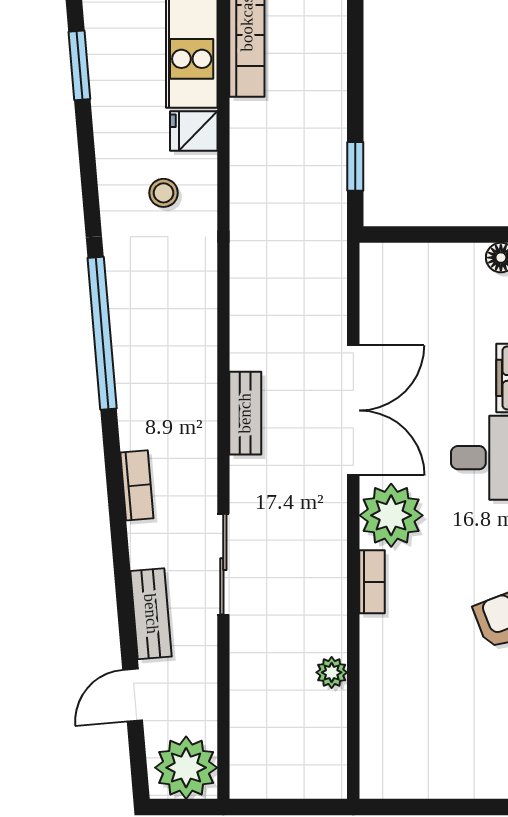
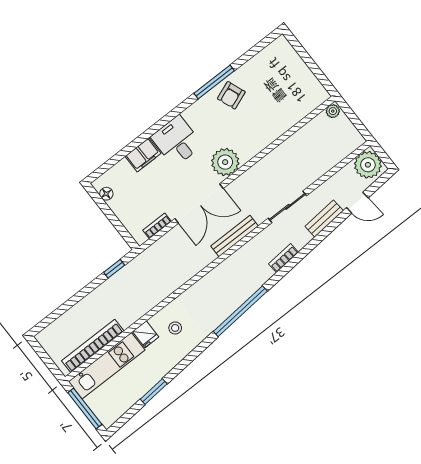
double door: (353, 410) -> (199, 204), swing flipped
bench: (245, 413) -> (234, 236), width x1.36
bookcase: (372, 582) -> (157, 226), moved
plant: (332, 672) -> (333, 111), moved

